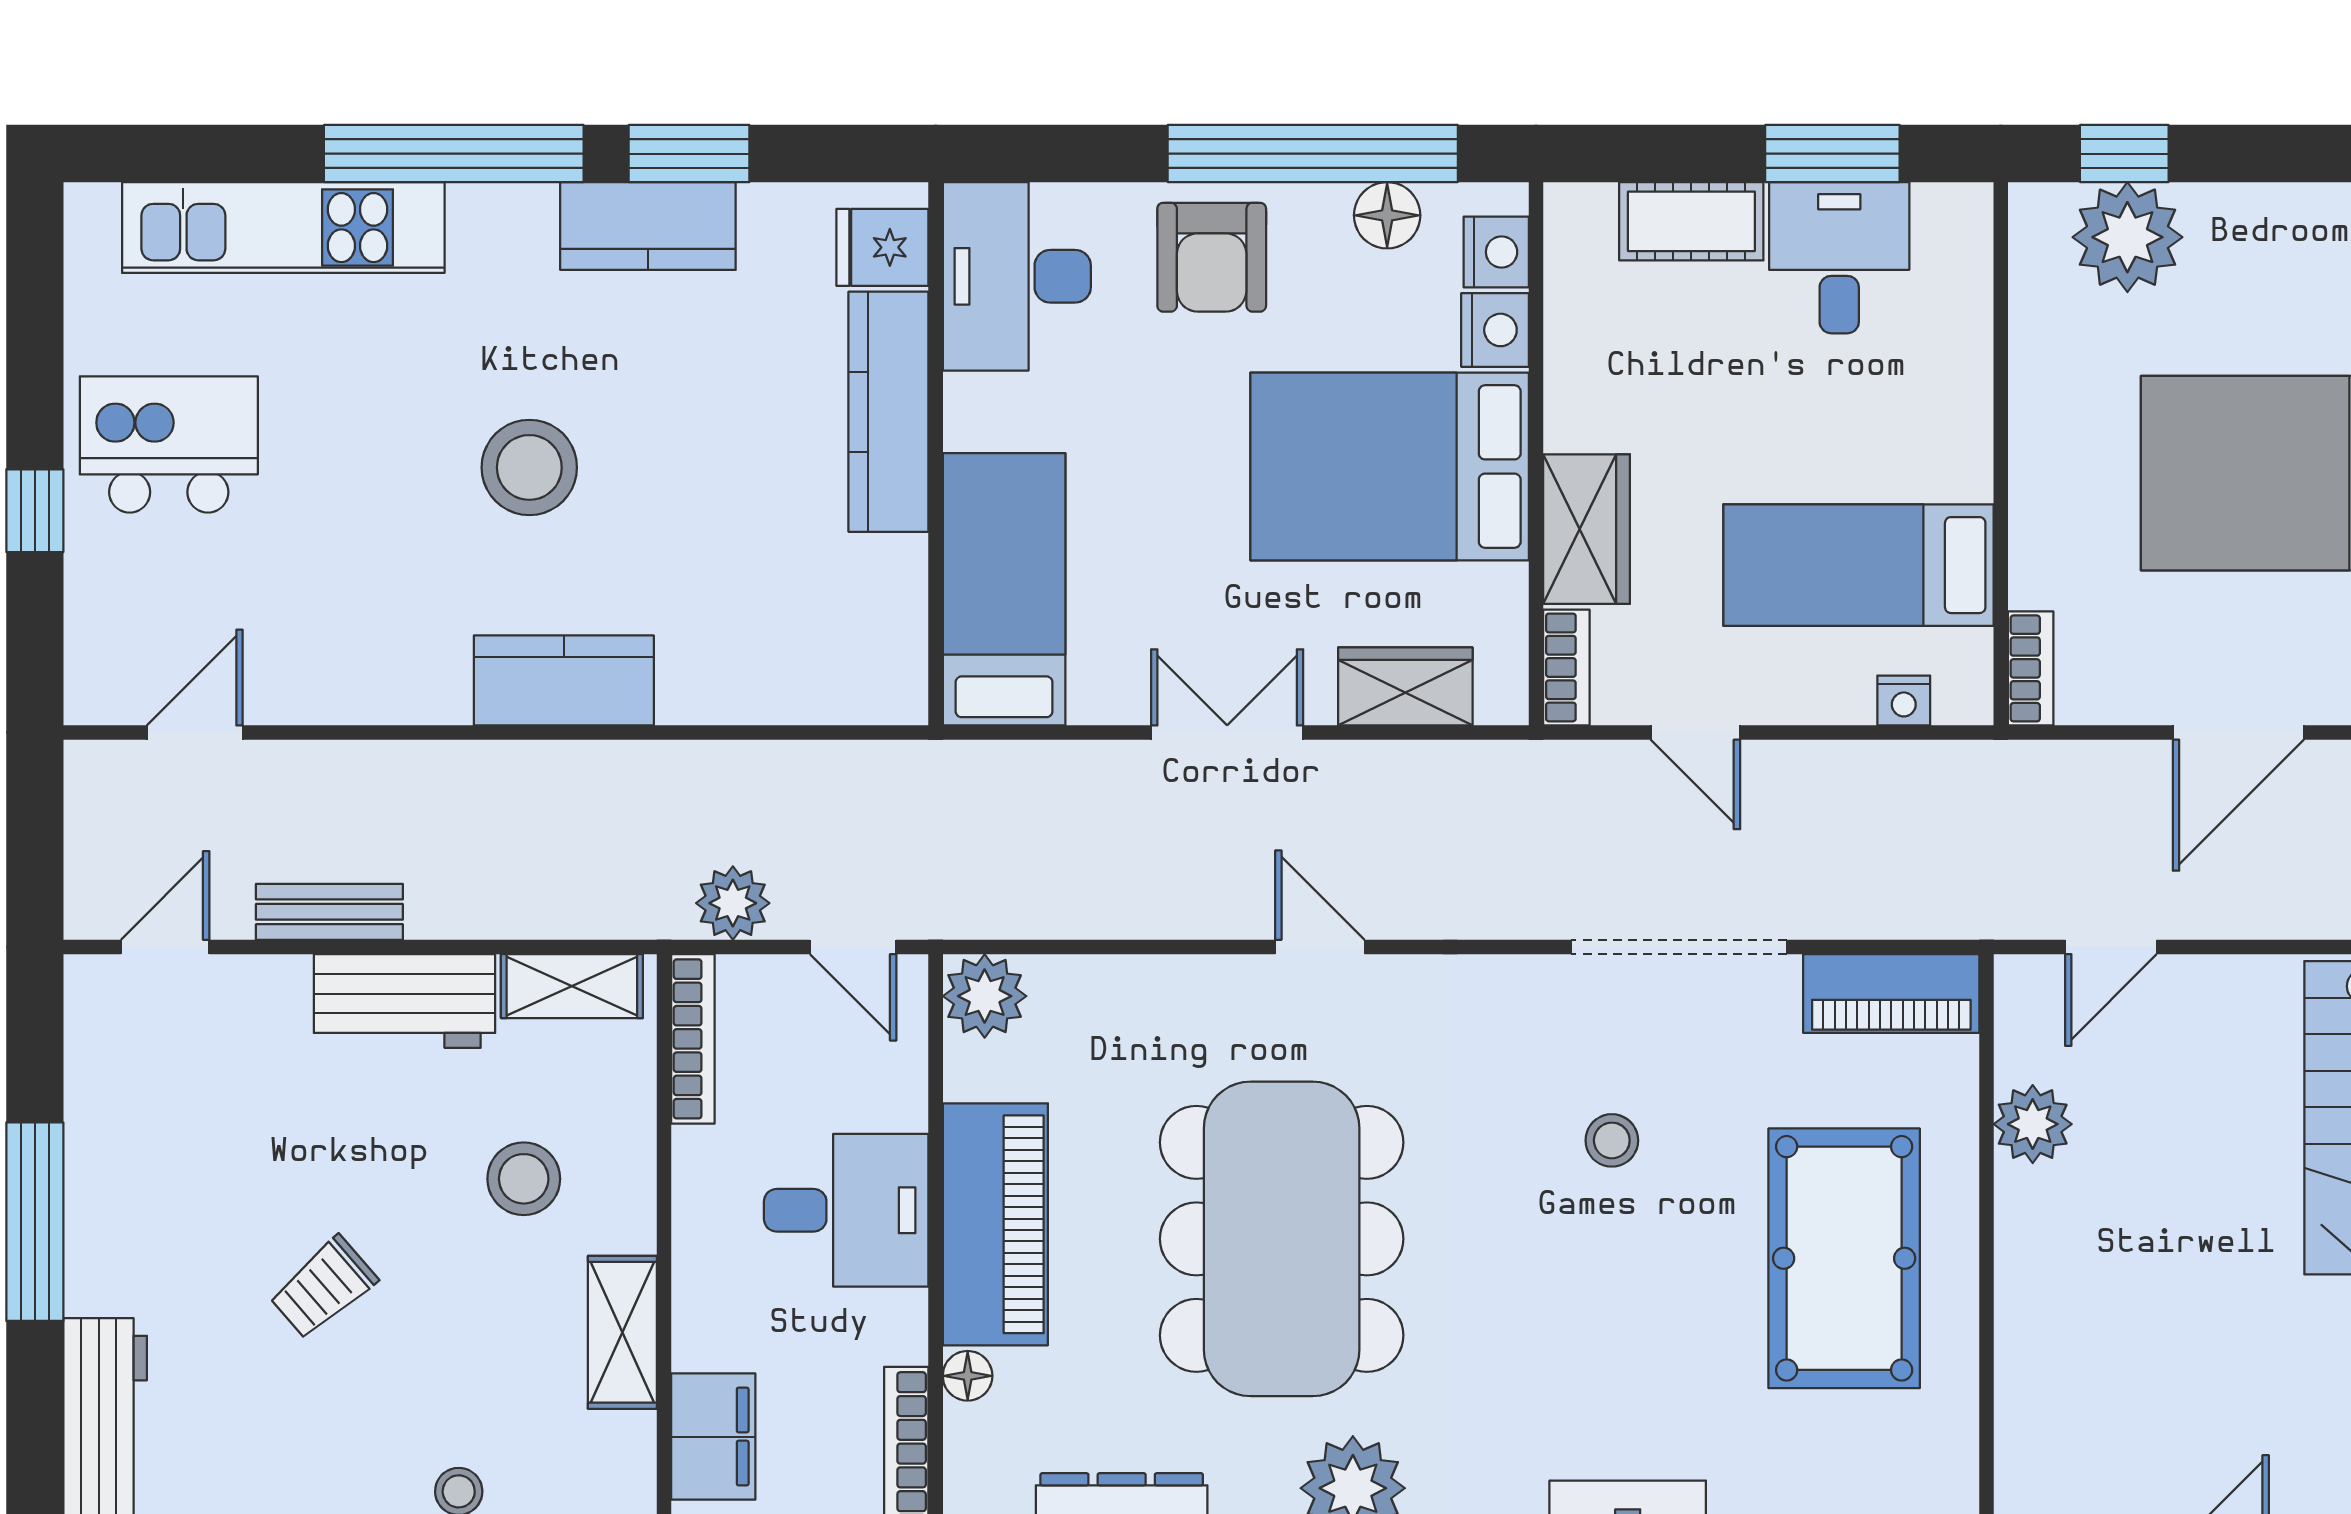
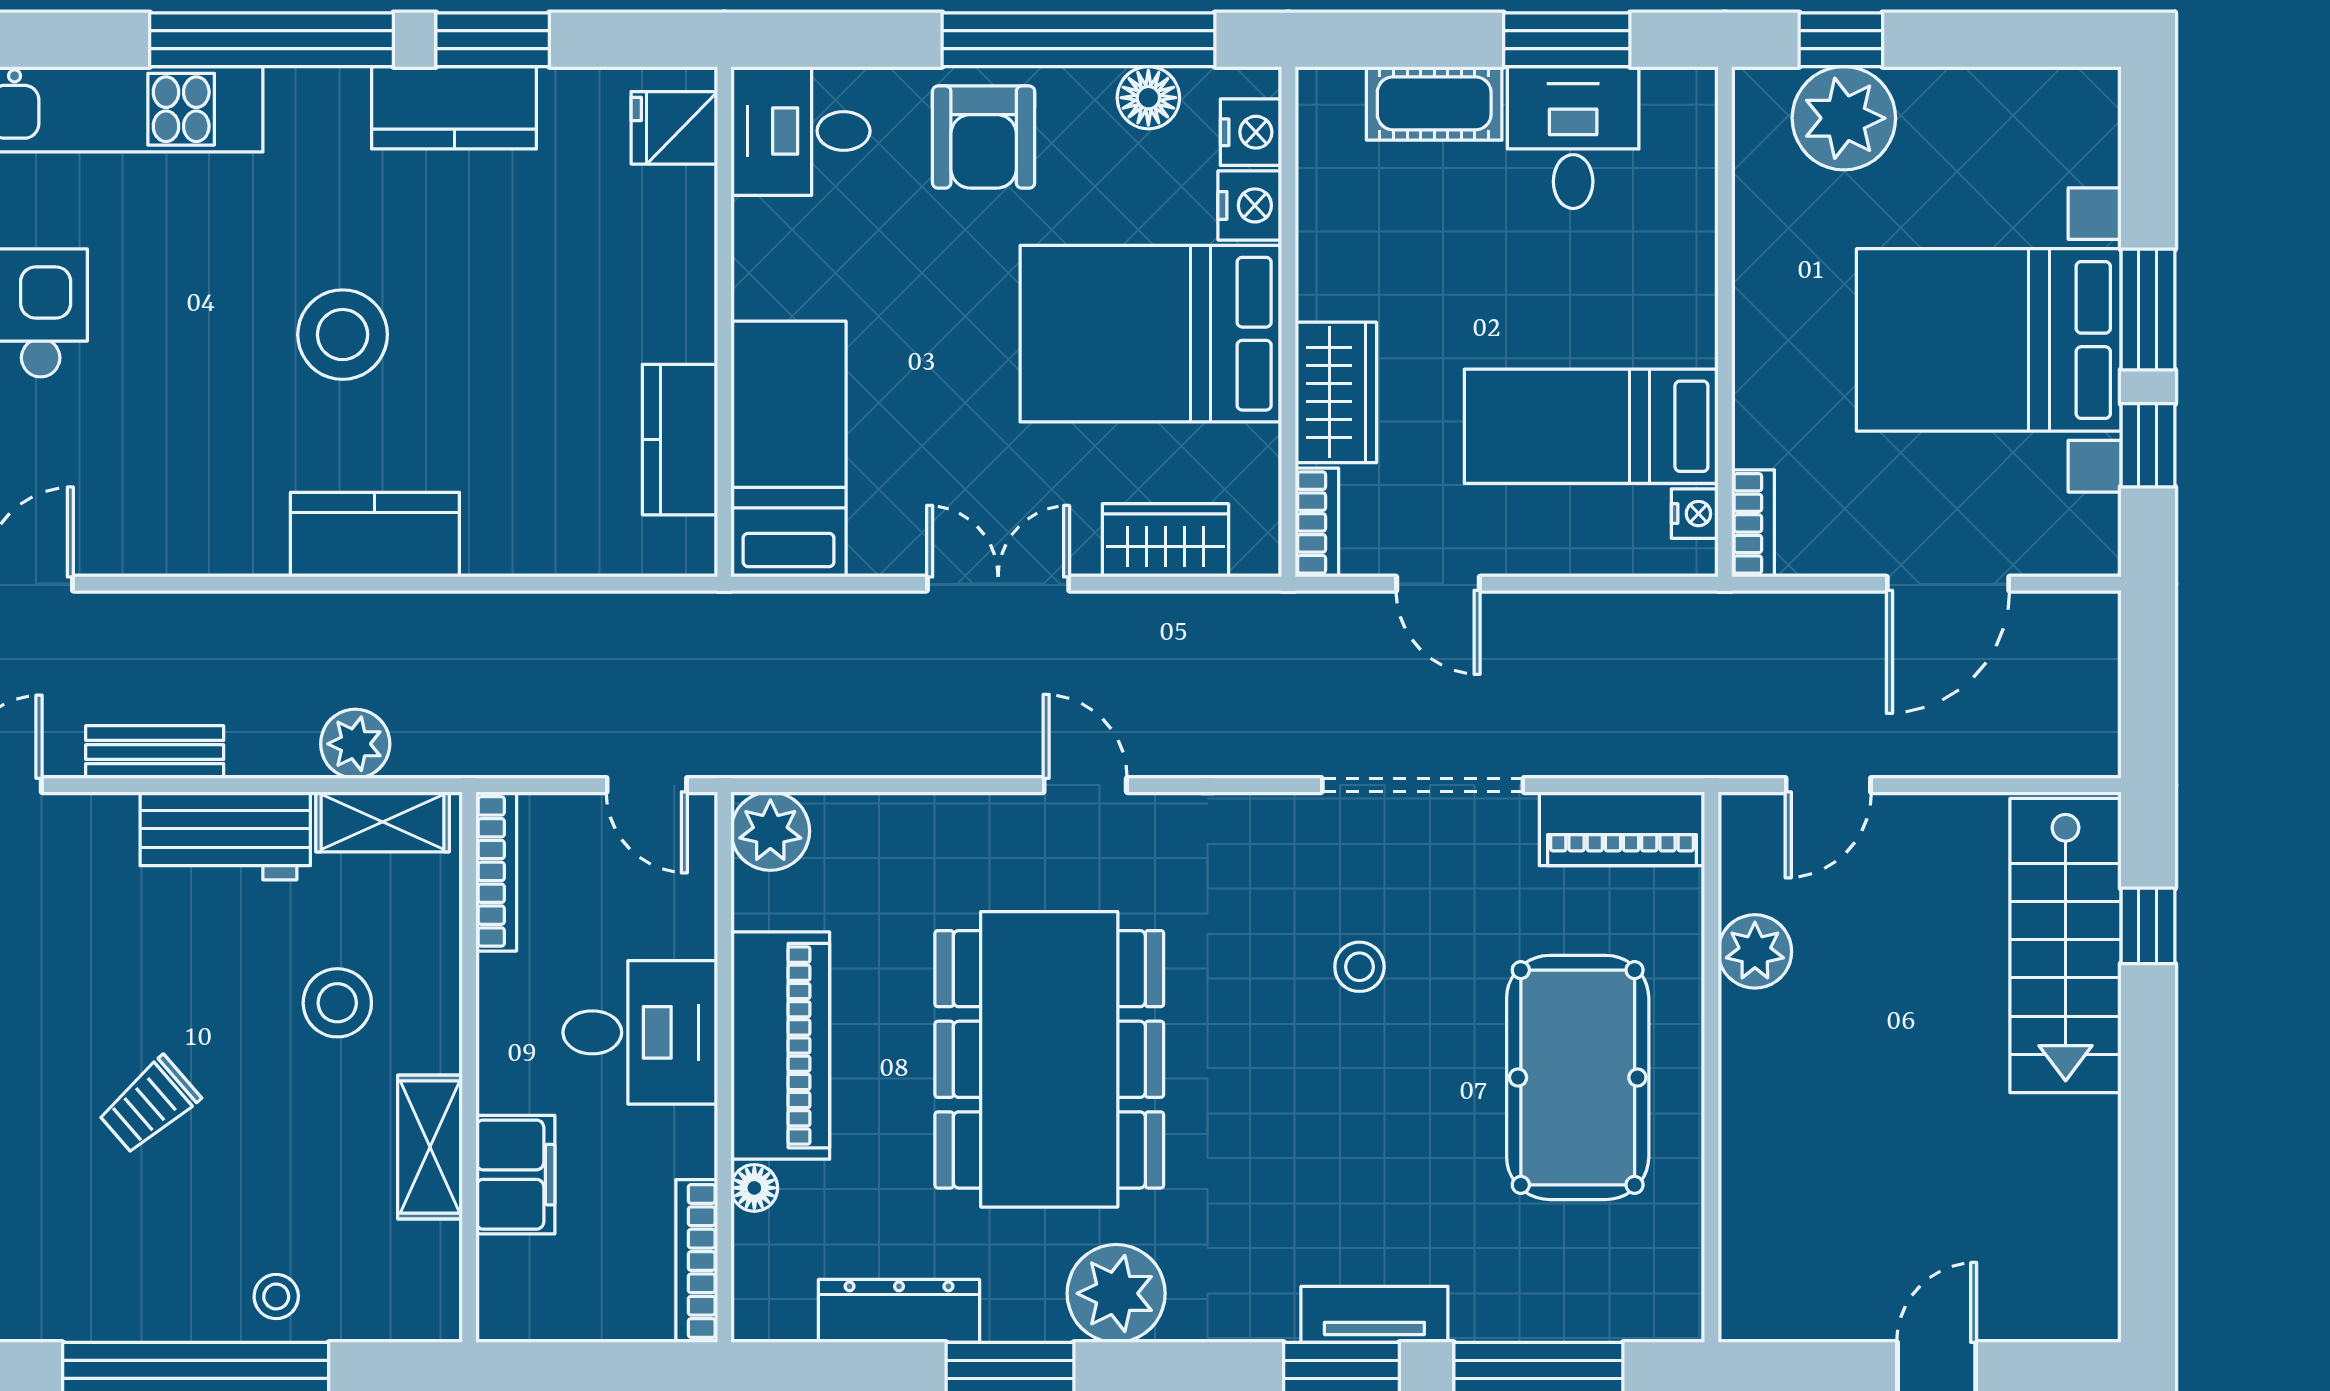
desk: (1017, 276) -> (800, 131), width x0.73
kitchen counter: (888, 412) -> (680, 440), moved, width x0.67
nightstand: (1904, 700) -> (1695, 514), moved, turned -90
plant: (733, 903) -> (355, 744), moved
filing cabinet: (713, 1437) -> (515, 1175), moved

